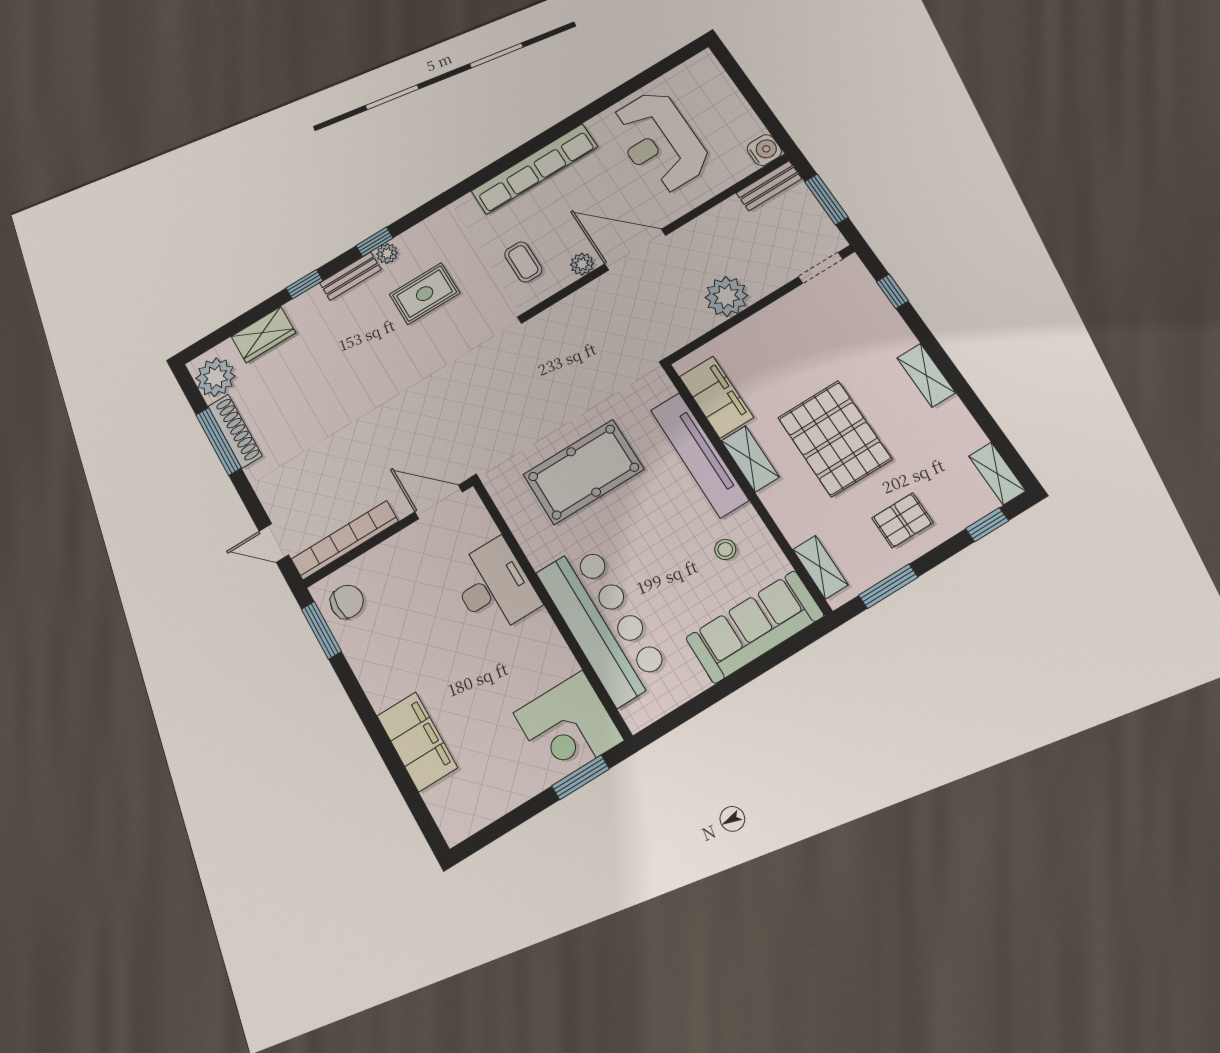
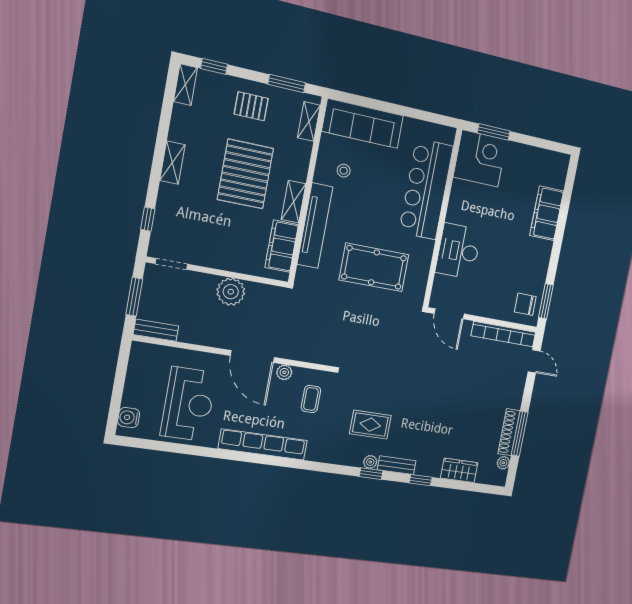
water cooler: (764, 150) -> (129, 418), moved
plant: (215, 377) -> (503, 463), width x0.53, depth x0.53

